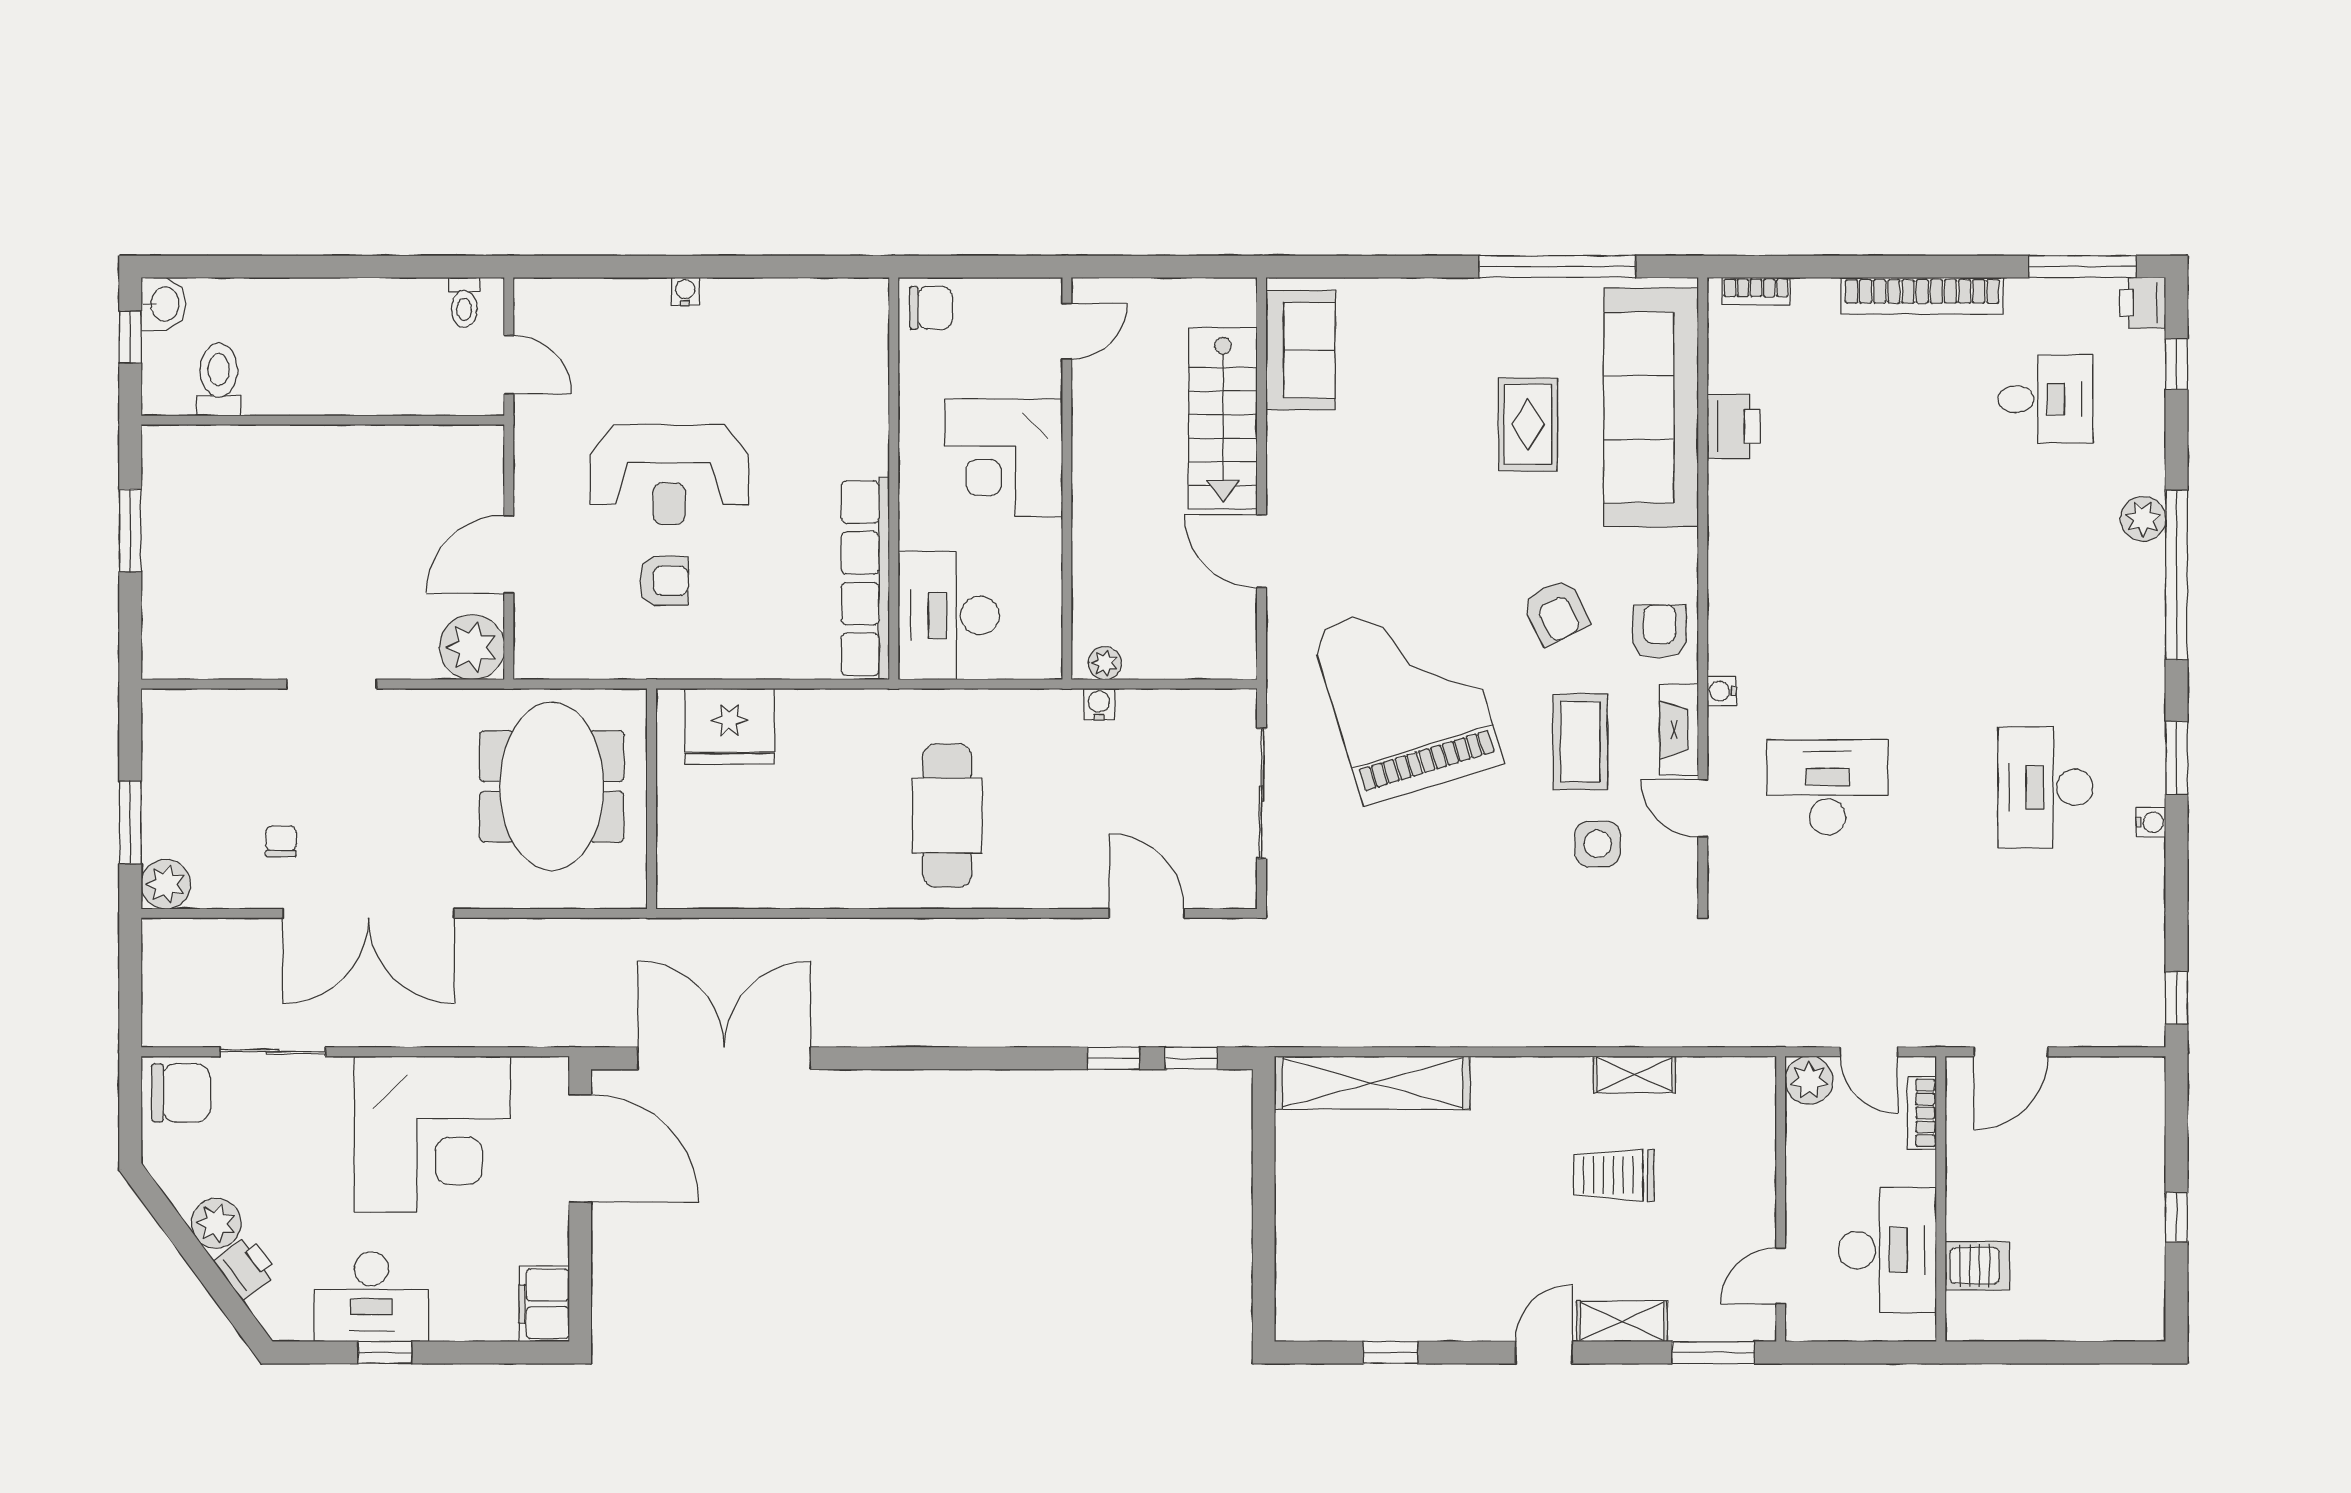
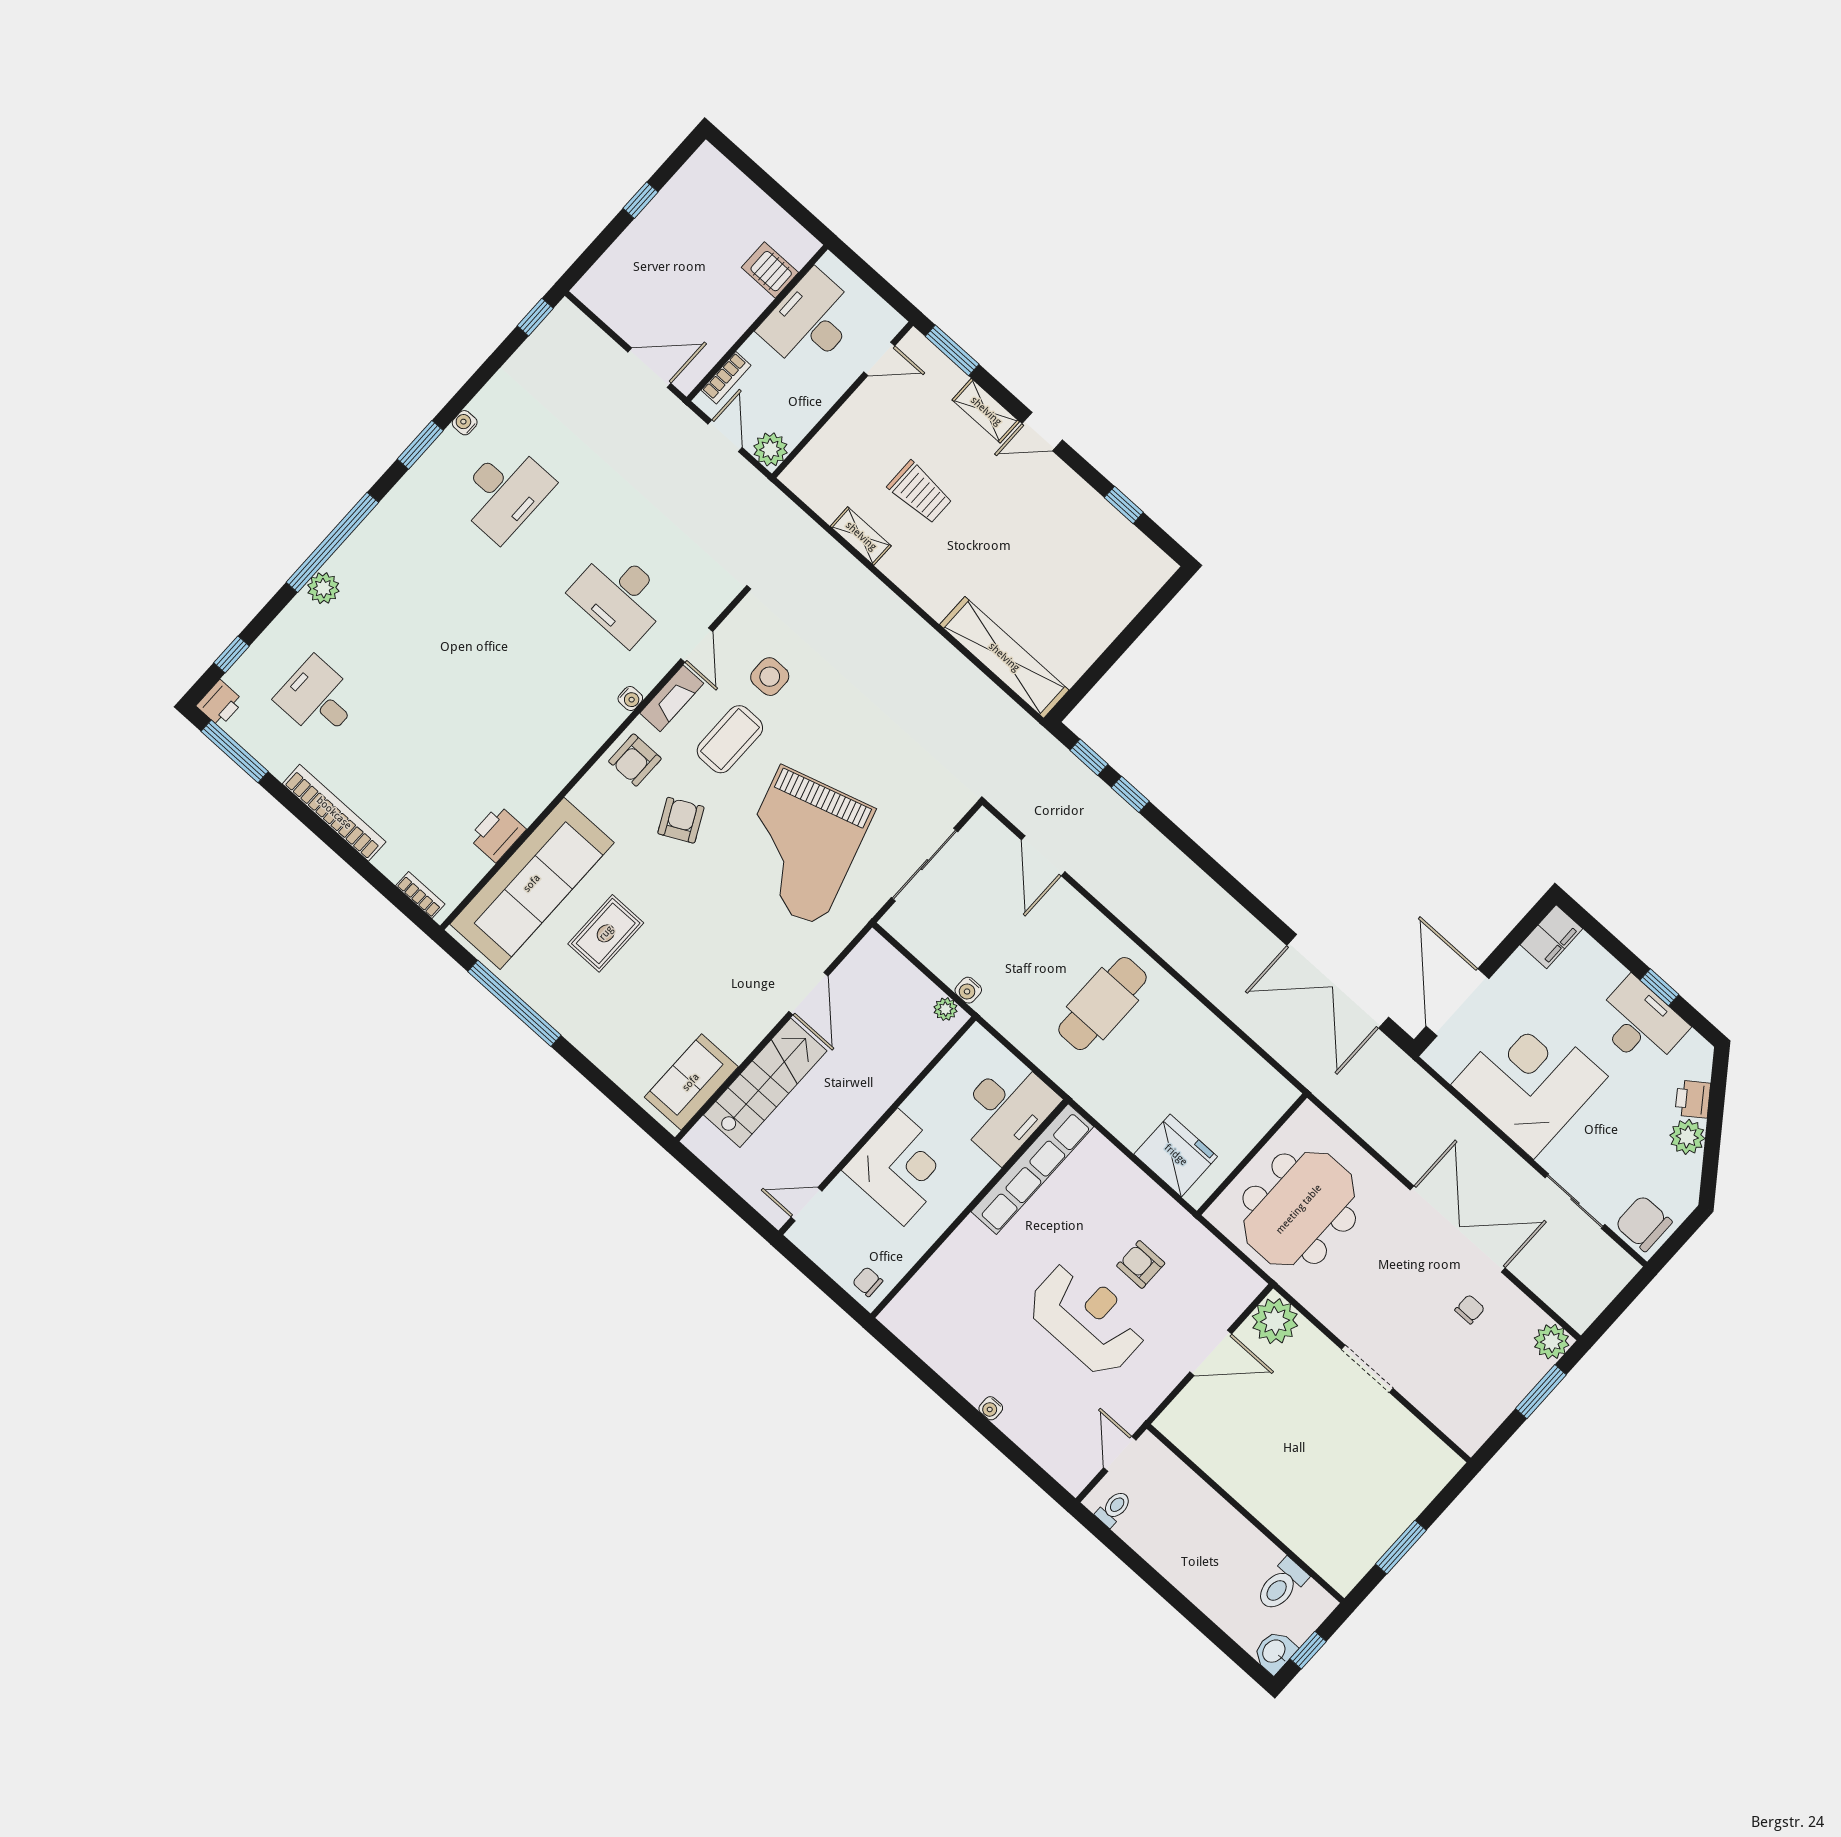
chair: (931, 308) -> (868, 1282), width x0.73, depth x0.73
chair: (281, 841) -> (1470, 1309), turned 180

